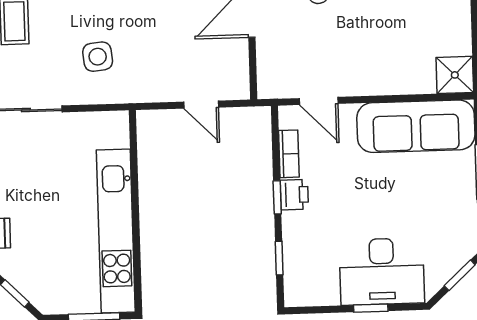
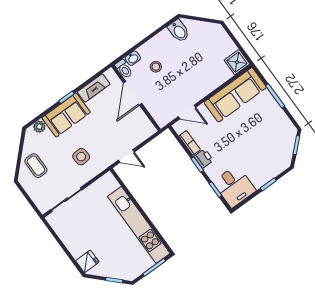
door: (201, 105) -> (126, 156), moved
desk: (382, 271) -> (234, 186), moved, width x0.73

